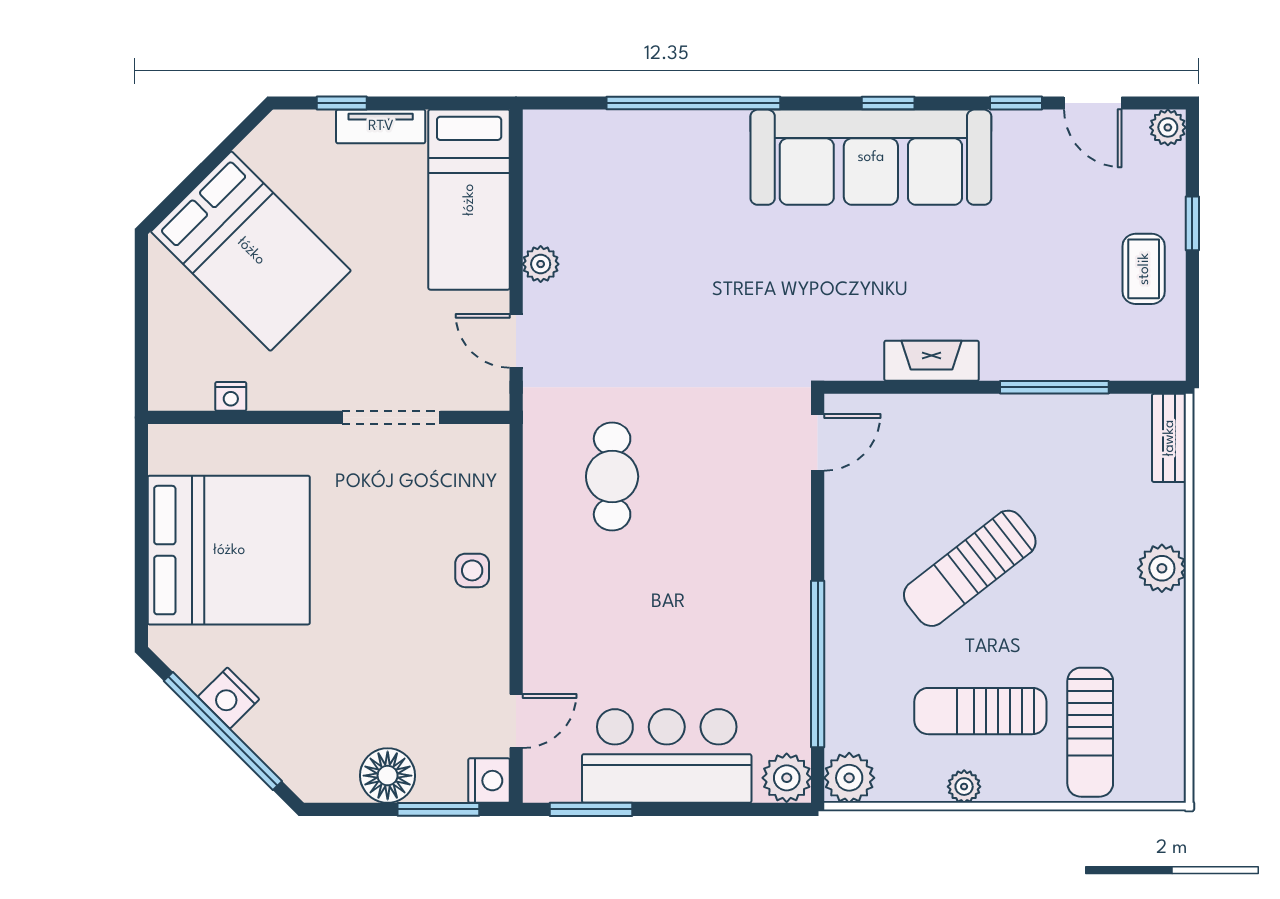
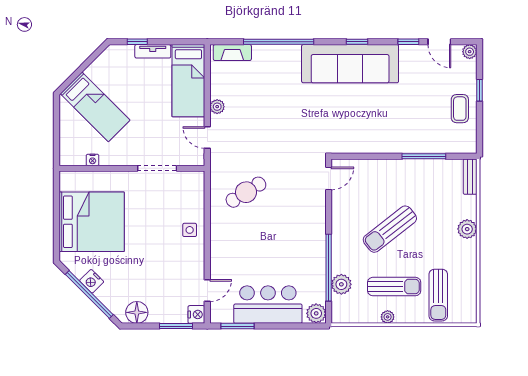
bed: (251, 251) -> (95, 107), width x0.67
fireplace: (932, 361) -> (232, 53), moved, turned 180
cafe table: (612, 477) -> (246, 192), turned 58
sun lounger: (980, 711) -> (394, 287), turned 180
floor lamp: (388, 776) -> (137, 312), moved
plant: (849, 778) -> (341, 284), moved

